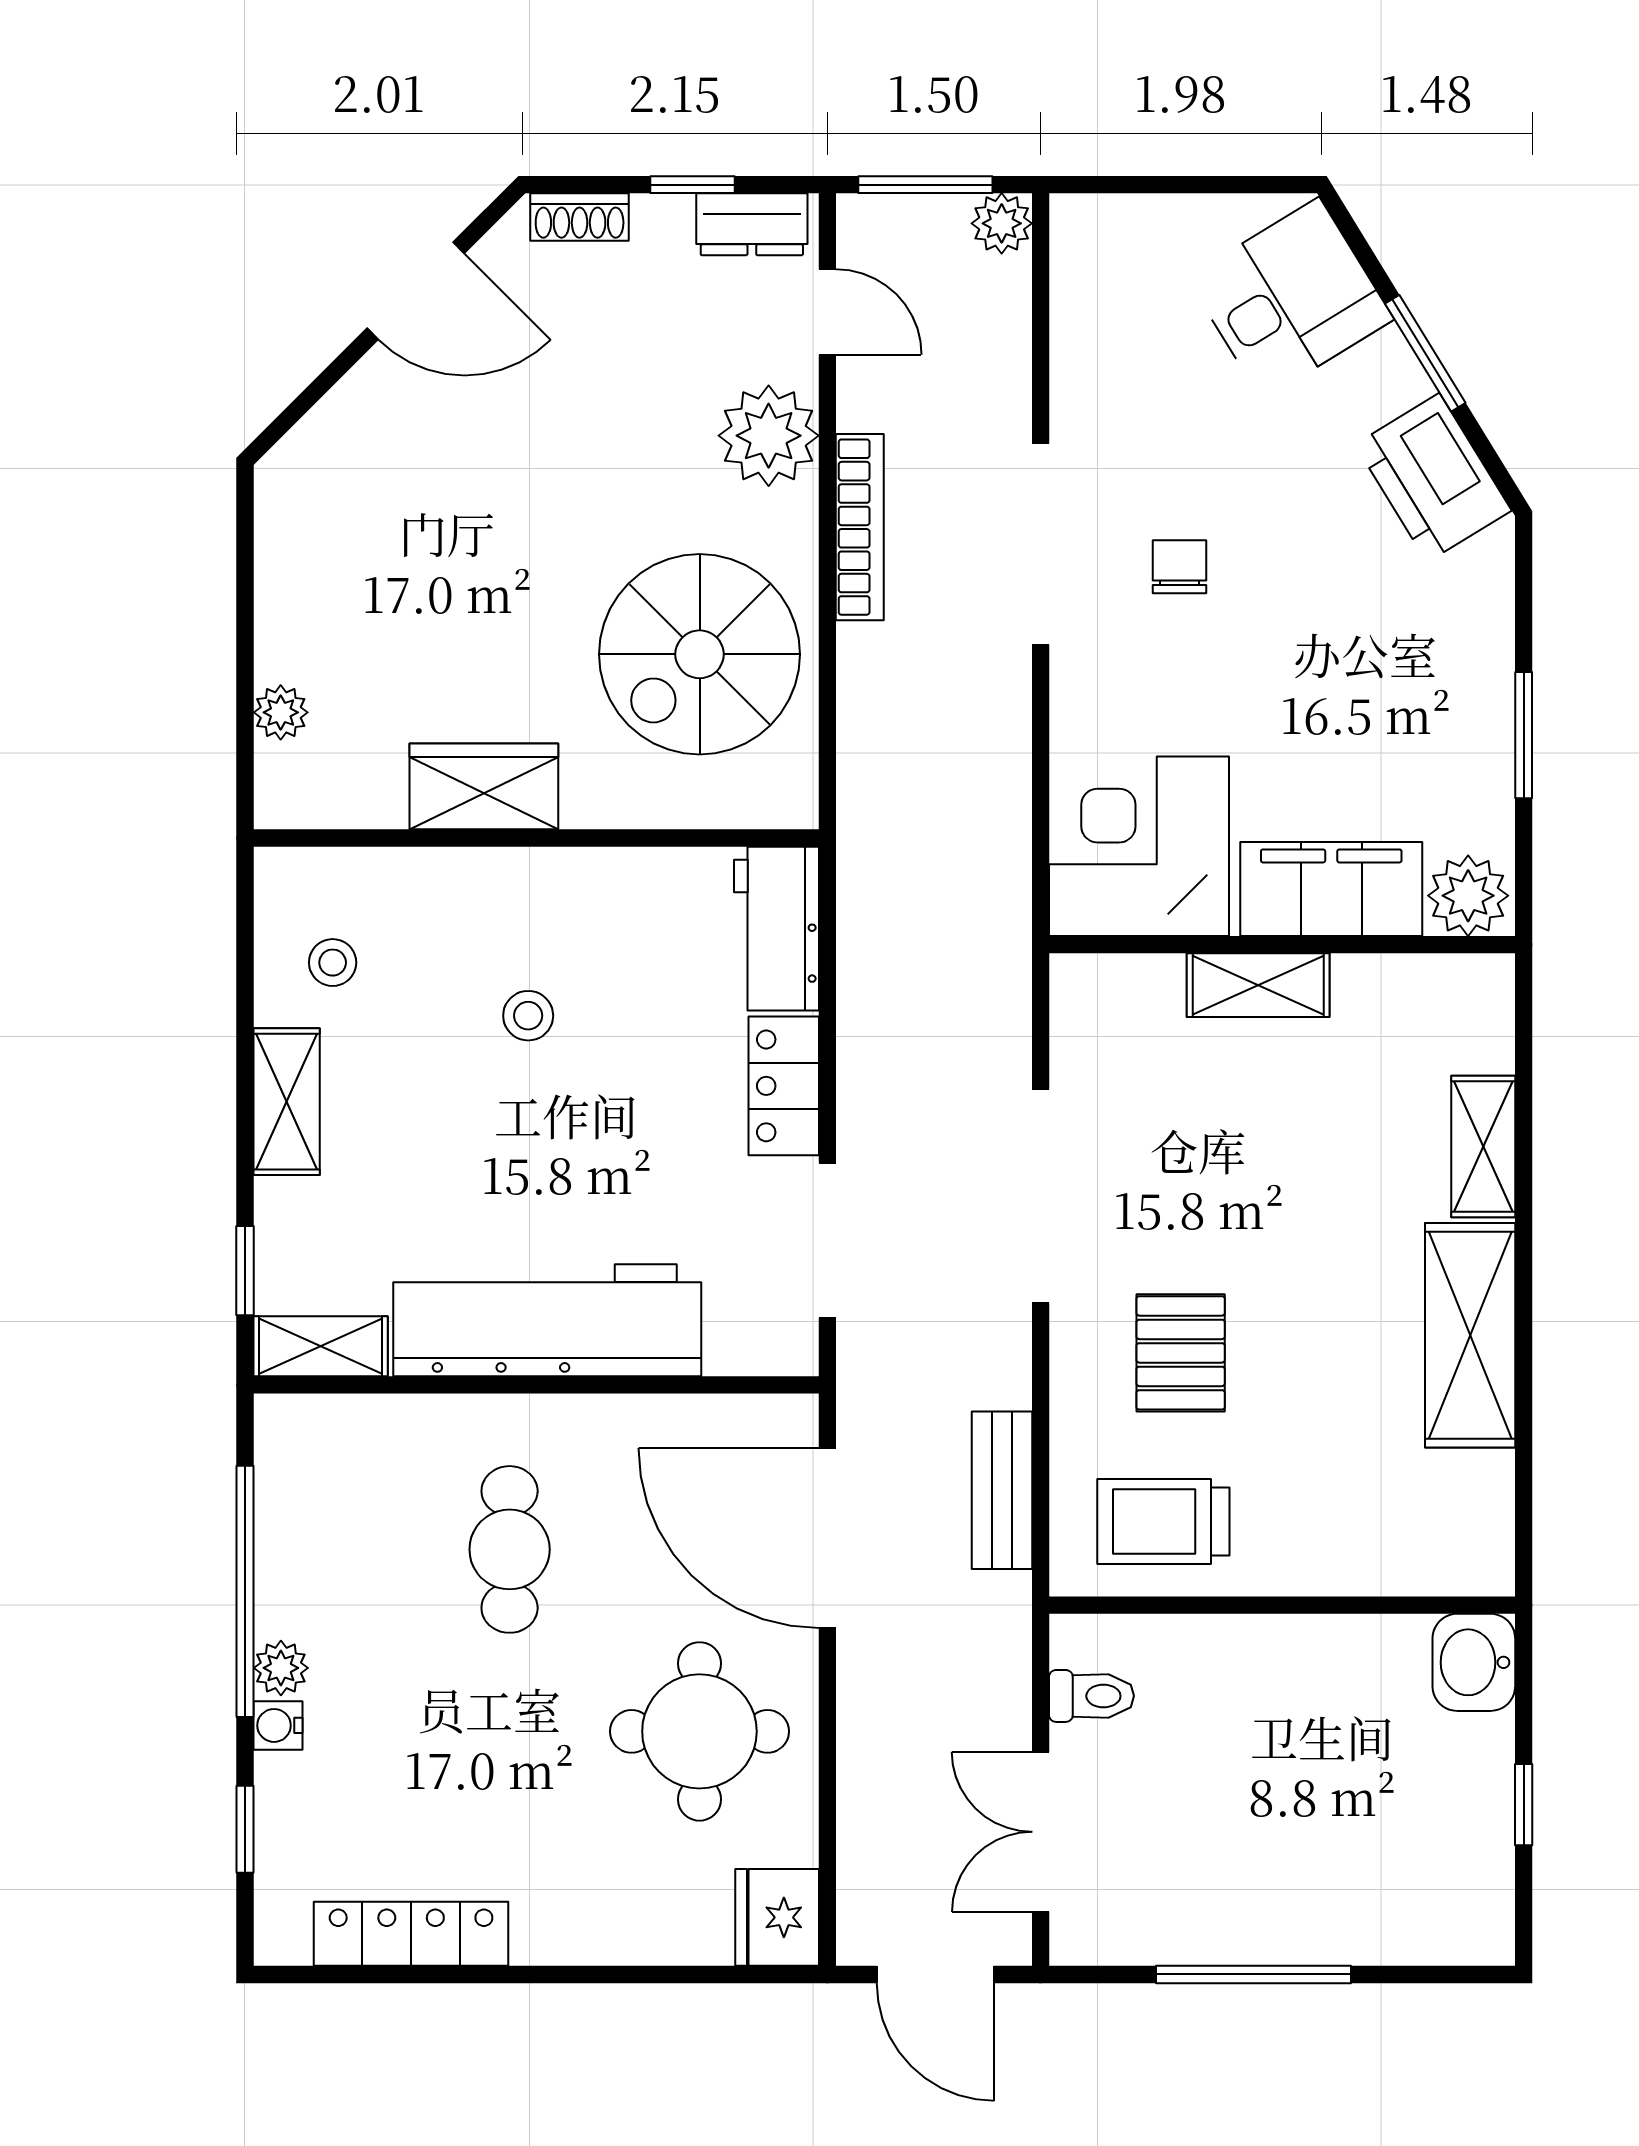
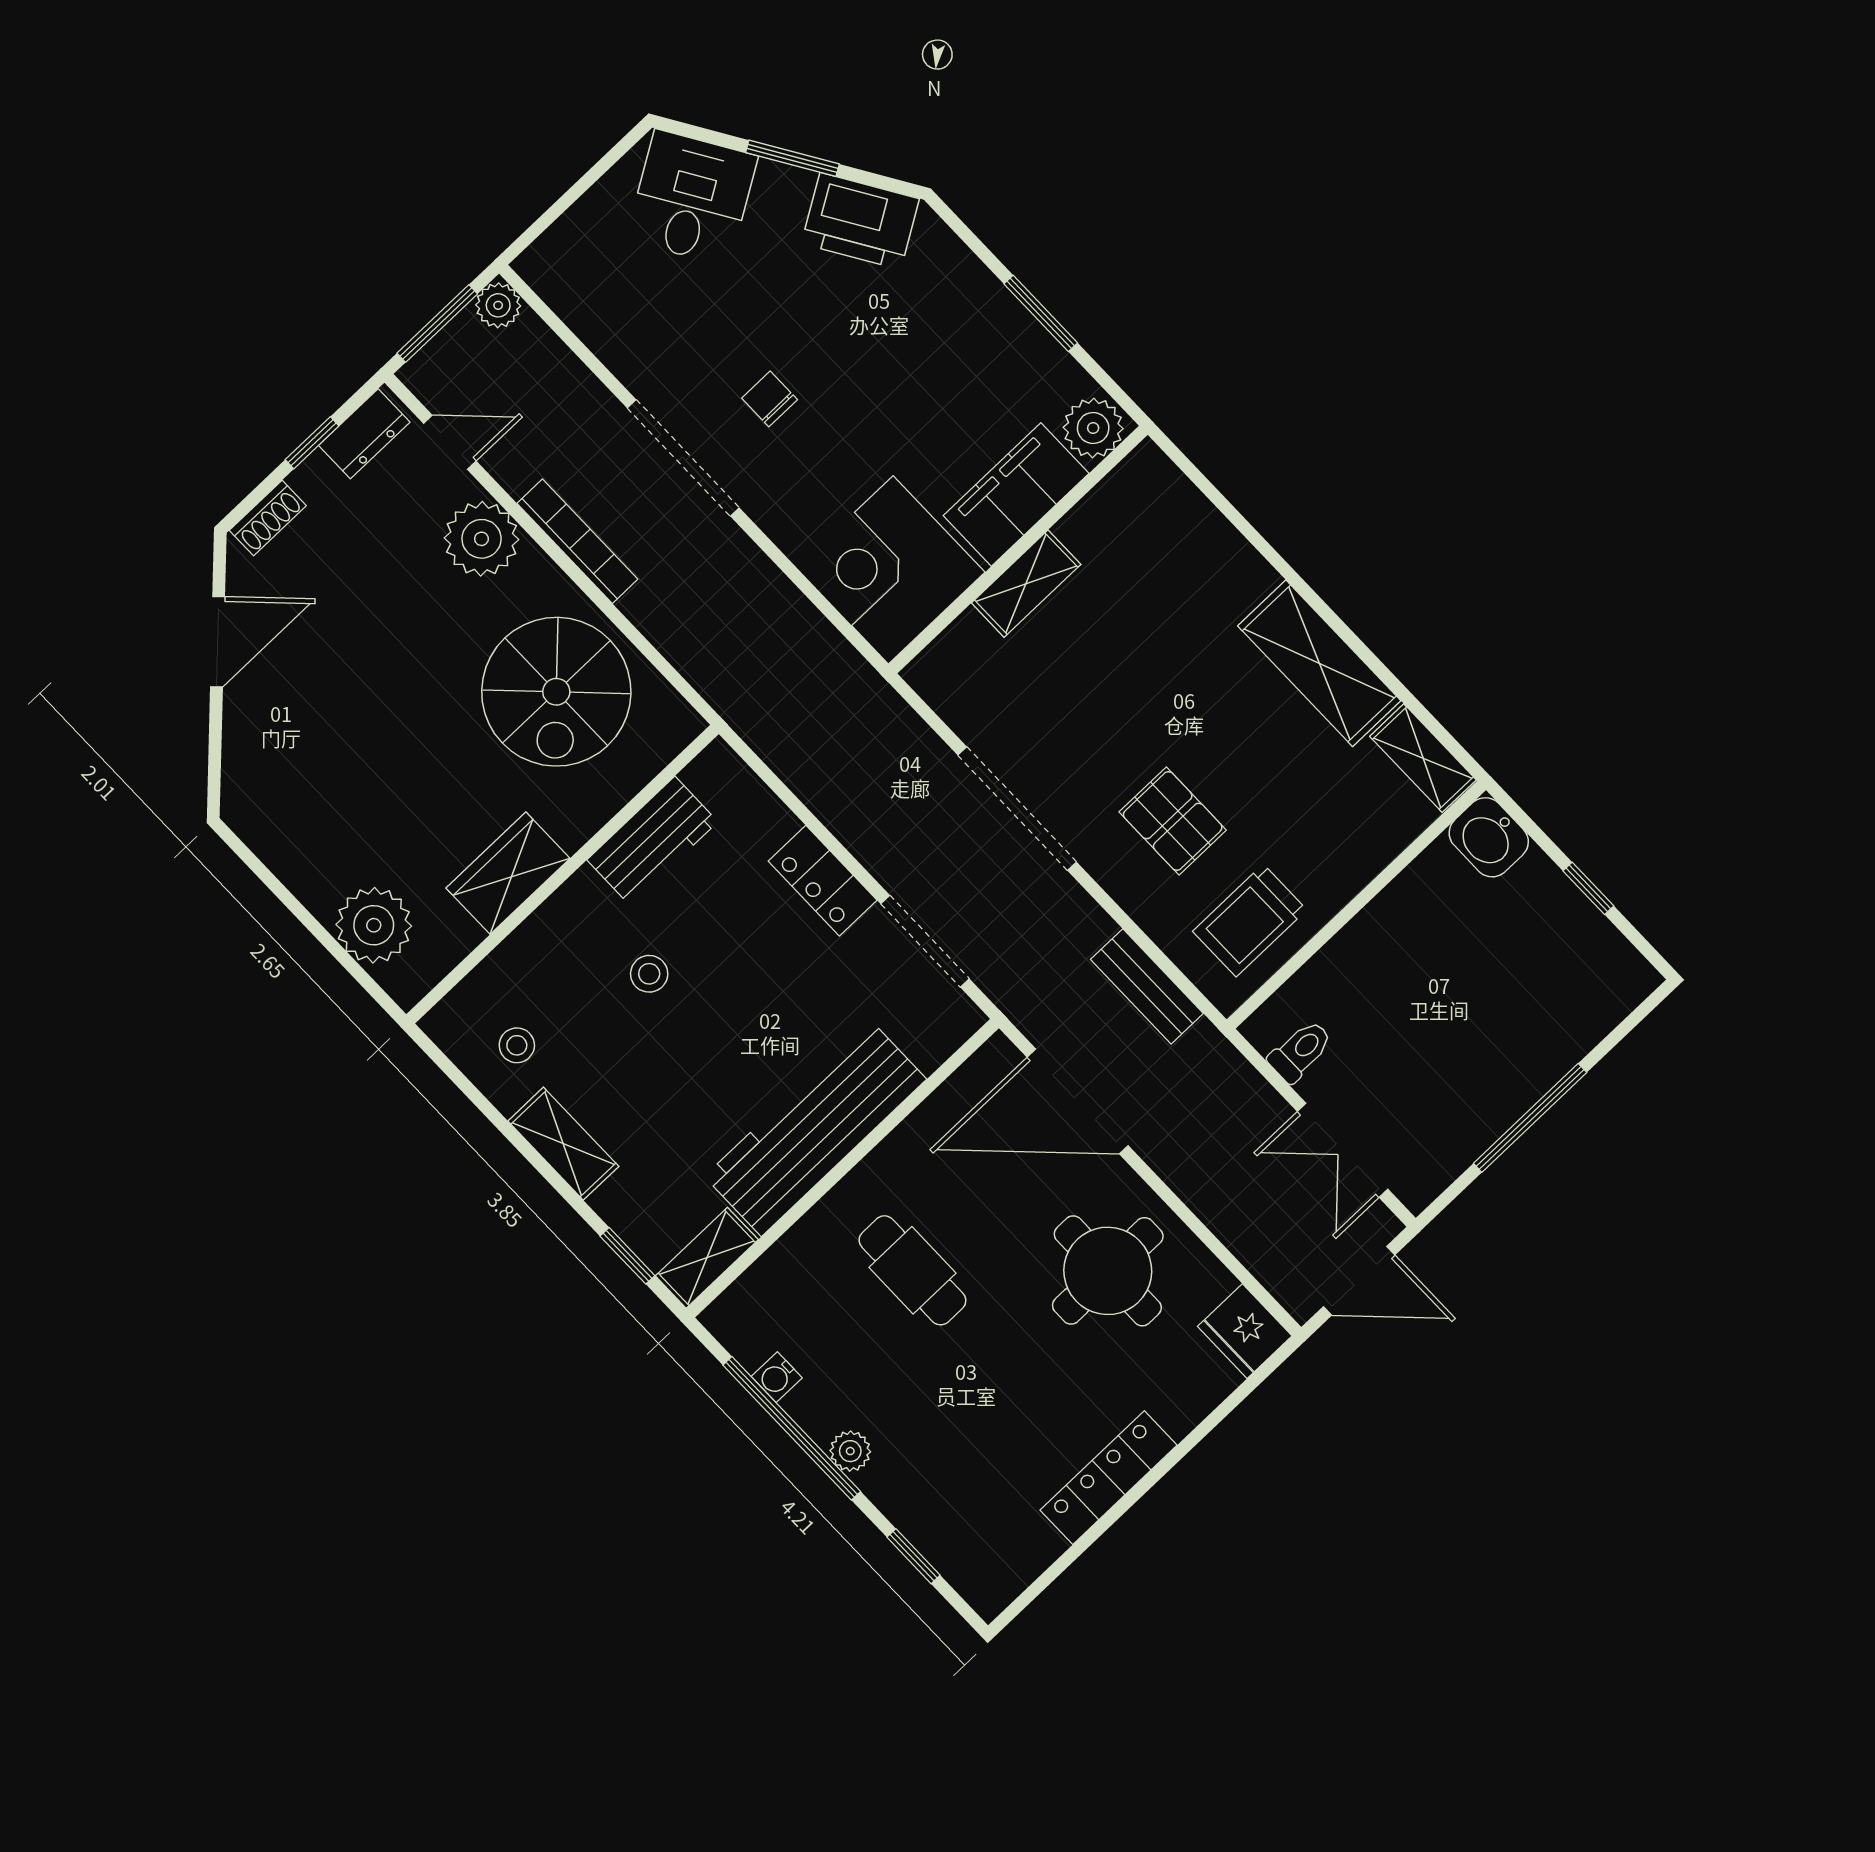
plant: (281, 712) -> (374, 925), width x1.88, depth x1.88
workbench: (777, 929) -> (652, 841), moved, turned -90
shelving: (1483, 1146) -> (1423, 758), moved
water cooler: (278, 1725) -> (777, 1377), moved
locker: (411, 1934) -> (1109, 1478), moved

